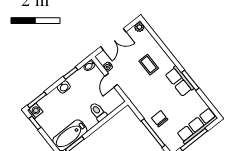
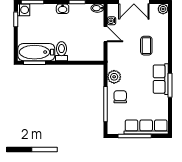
door: (111, 80) -> (106, 34), swing flipped
plant: (143, 107) -> (114, 77), added
toilet: (98, 112) -> (61, 51), moved

